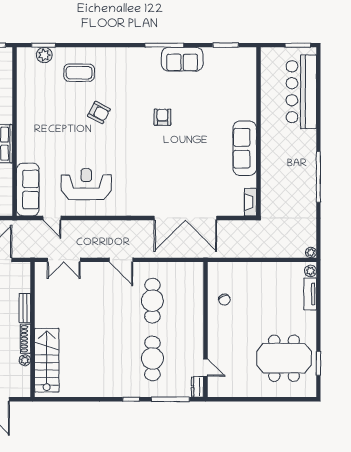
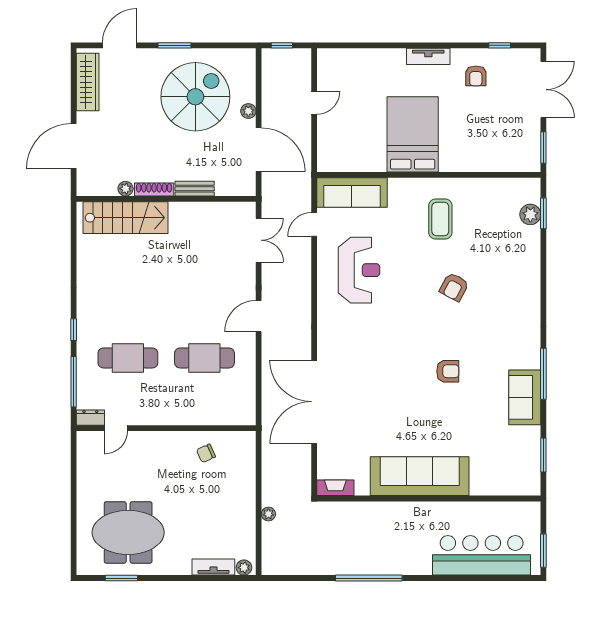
coffee table: (79, 73) -> (440, 219), moved
sofa: (245, 148) -> (420, 476), width x1.36, depth x1.27
plant: (311, 252) -> (268, 514), moved
double door: (64, 260) -> (259, 240), swing flipped
meeting table: (284, 358) -> (128, 532), turned 90

